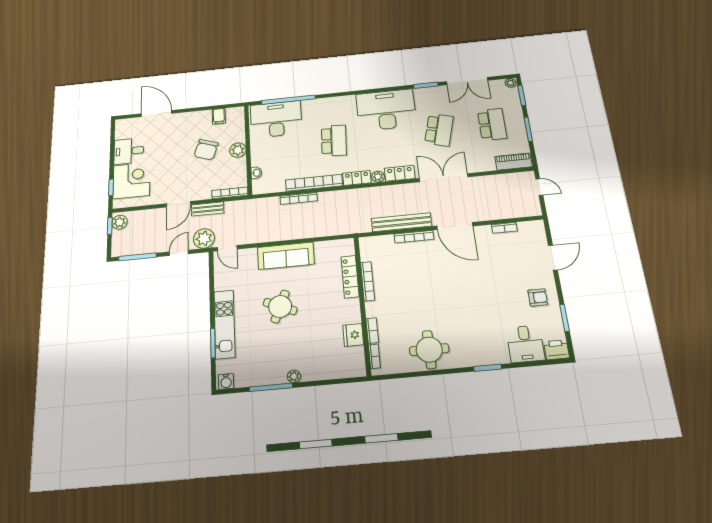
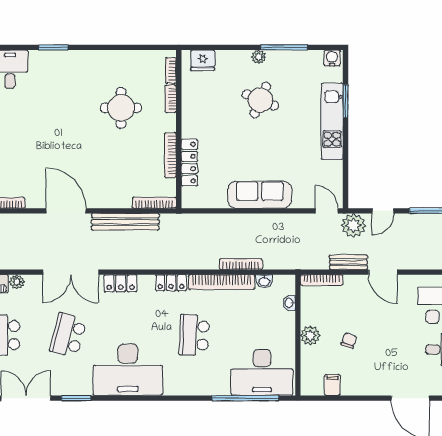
chair: (206, 150) -> (349, 341), width x0.54, depth x0.54
plant: (378, 177) -> (17, 282), moved
washbasin: (278, 187) -> (264, 281), added
door: (178, 204) -> (383, 272), swing flipped
bookcase: (414, 237) -> (154, 203), moved
round table: (280, 306) -> (260, 100), moved
fridge: (353, 335) -> (203, 60), moved, turned 90
round table: (429, 350) -> (121, 108), moved

